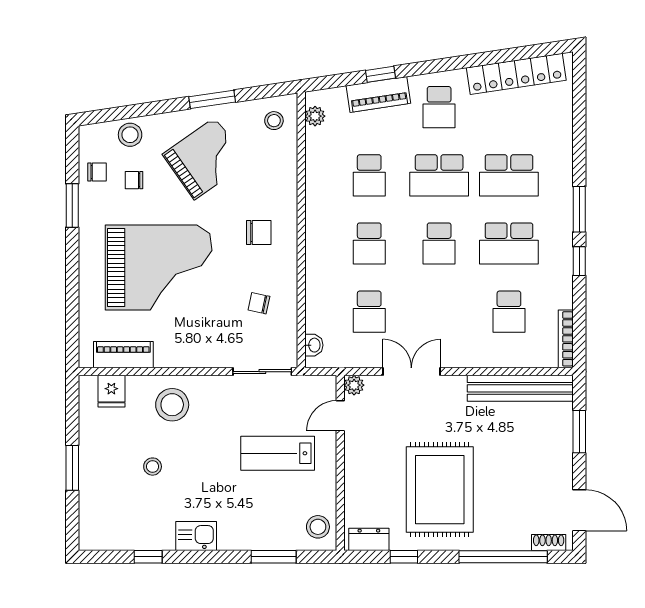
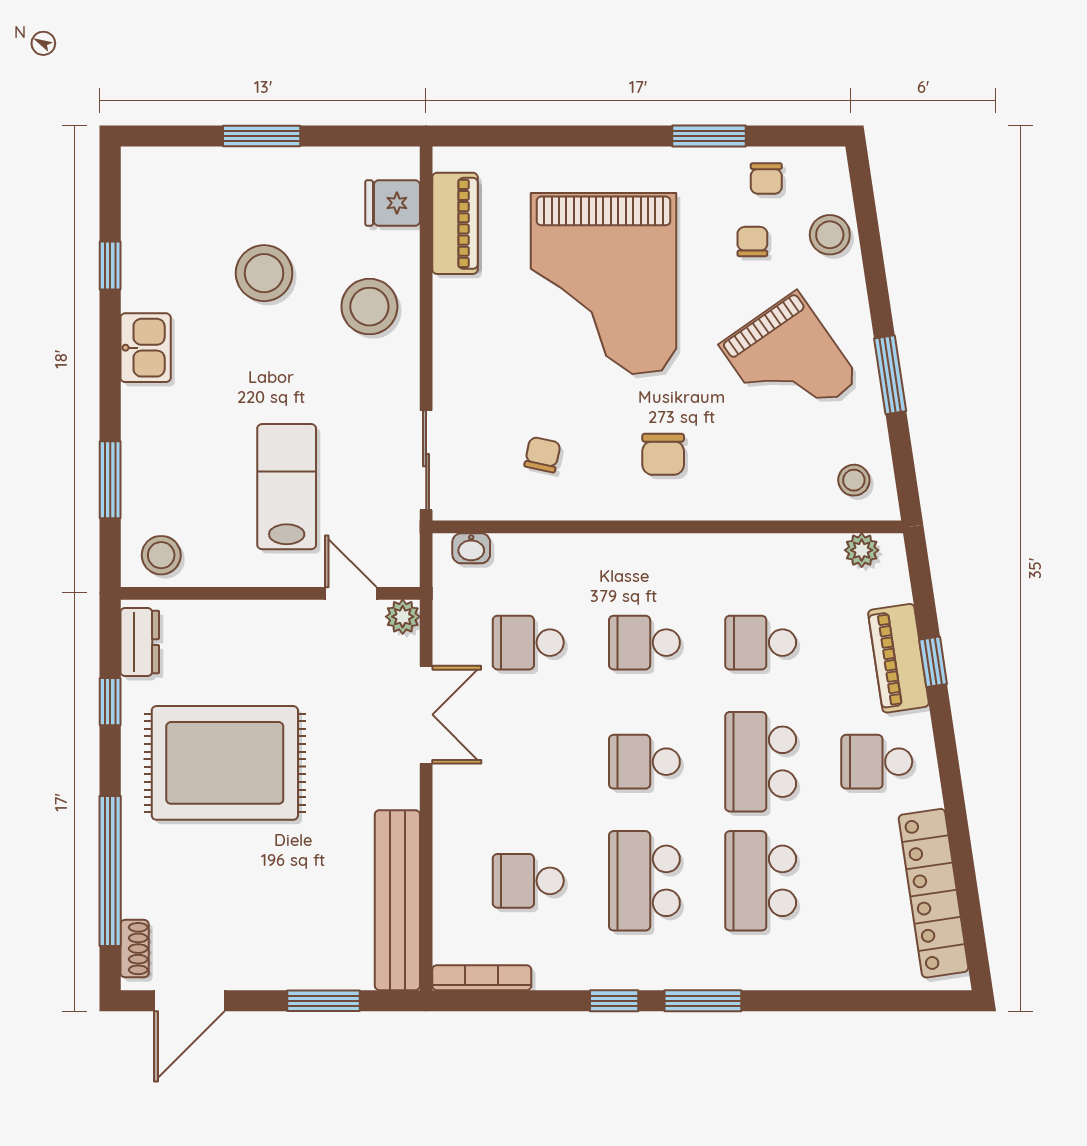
stool: (153, 467) -> (264, 273), width x1.89, depth x1.89

